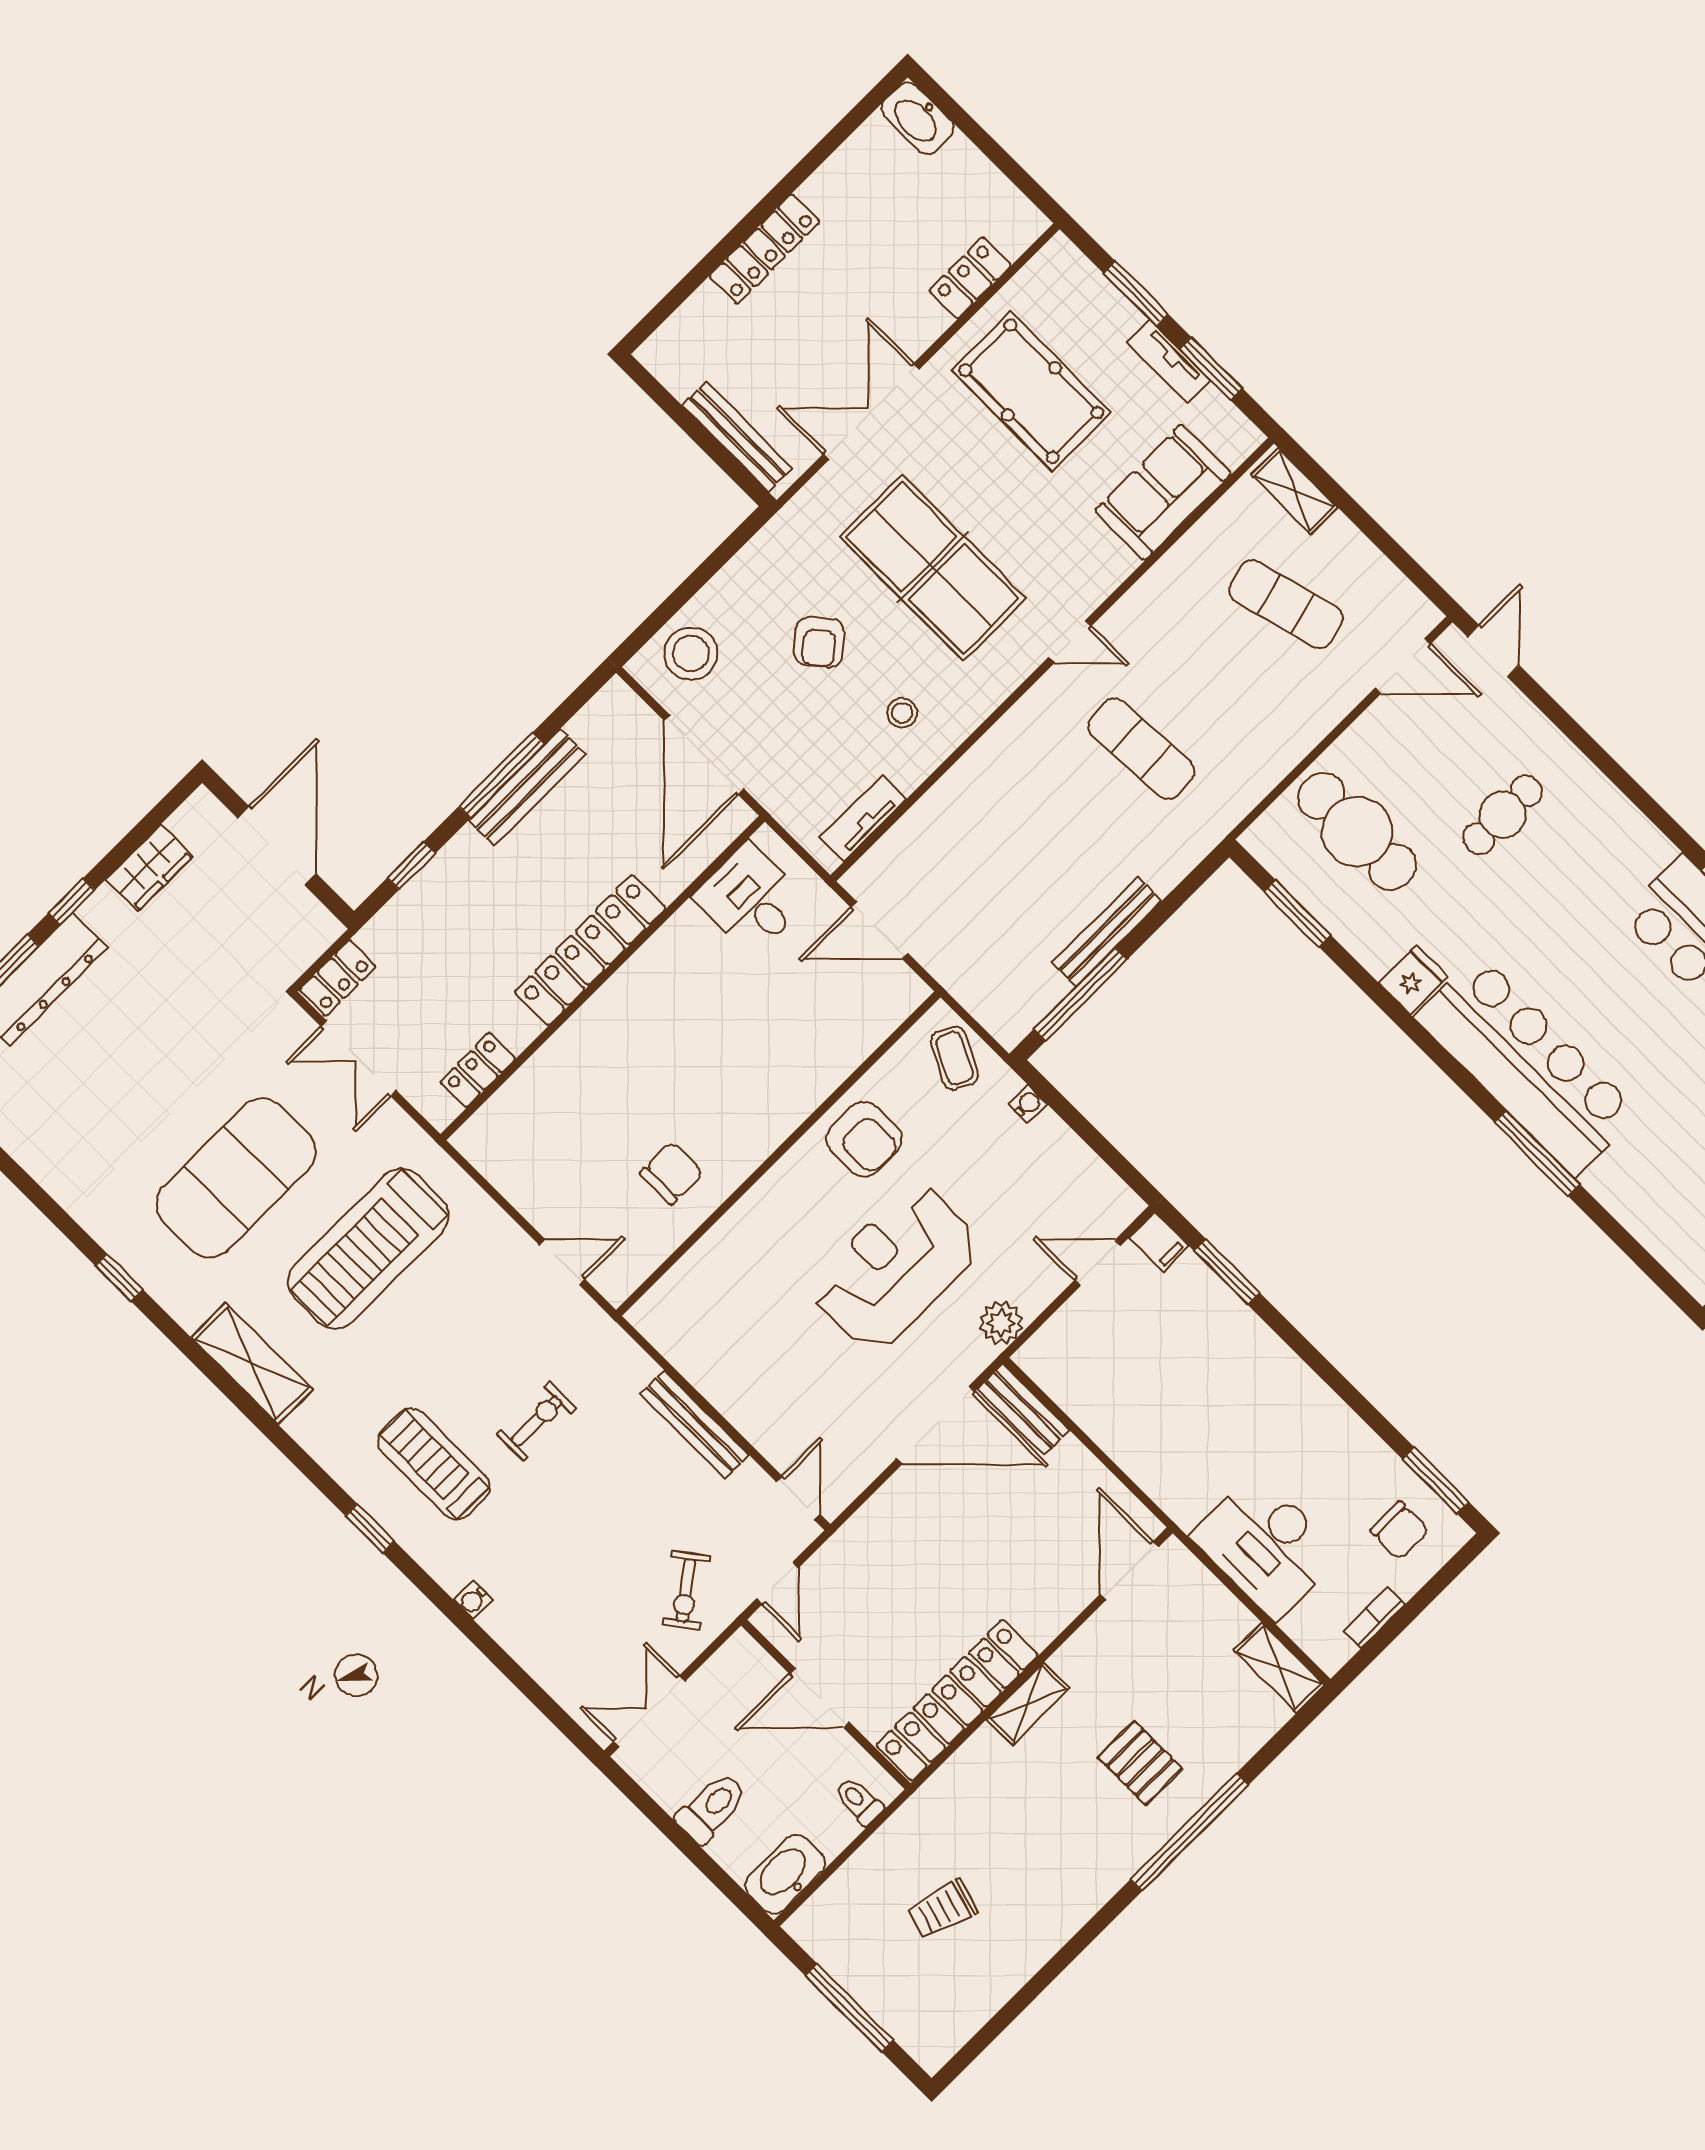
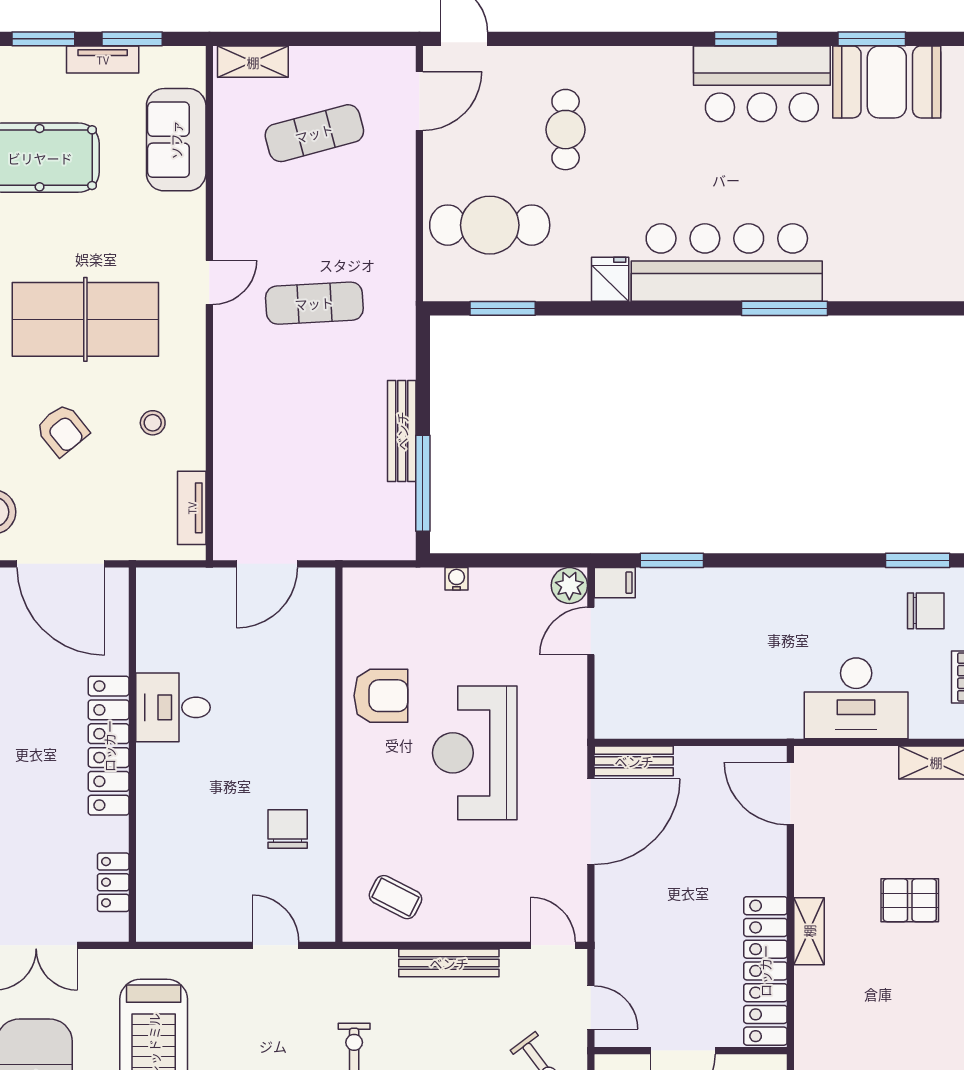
desk: (751, 899) -> (173, 707), moved
coffee table: (954, 1058) -> (395, 897), moved
door: (562, 1262) -> (275, 945), hinge flipped
plant: (1001, 1323) -> (569, 585), moved

